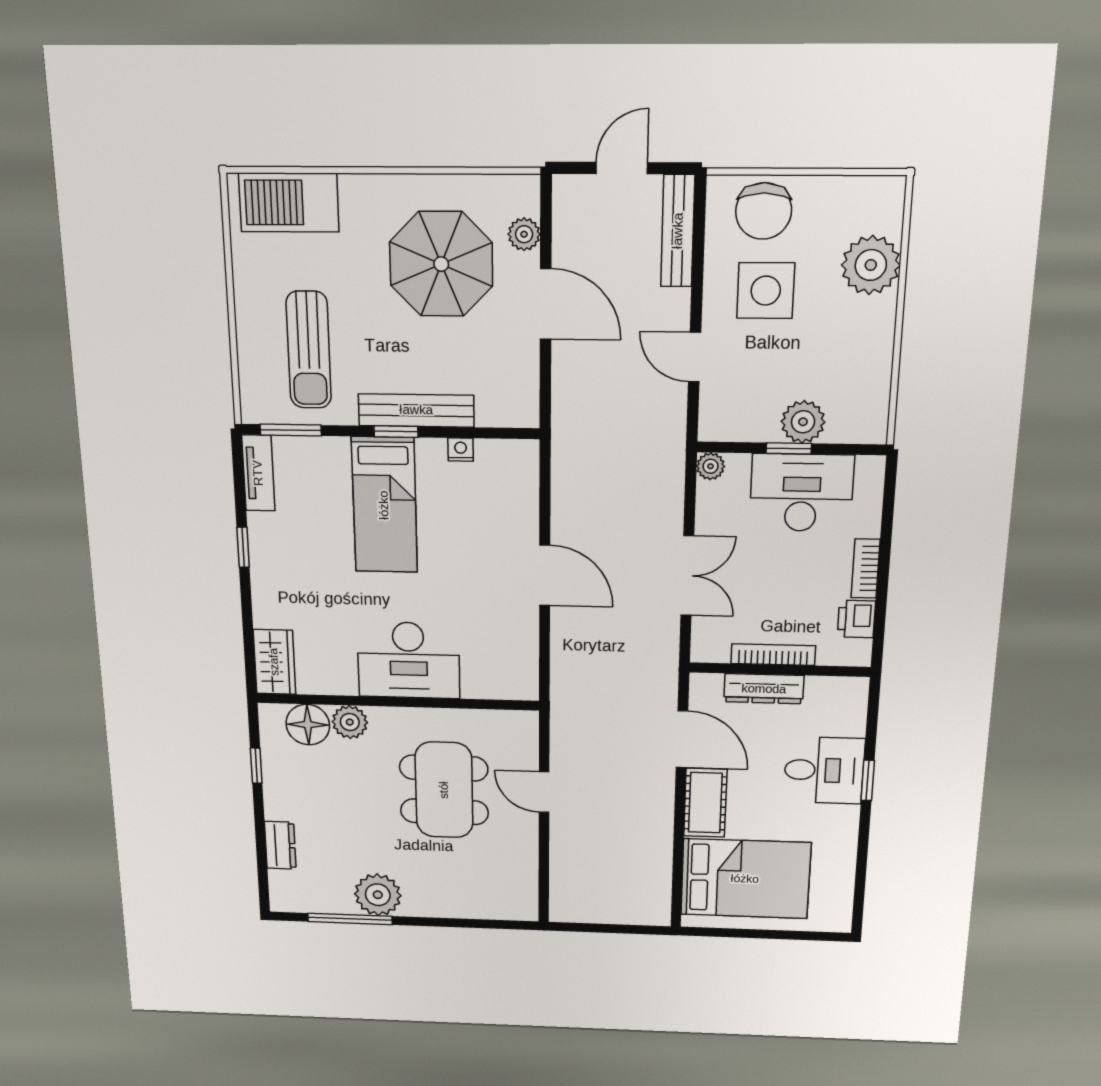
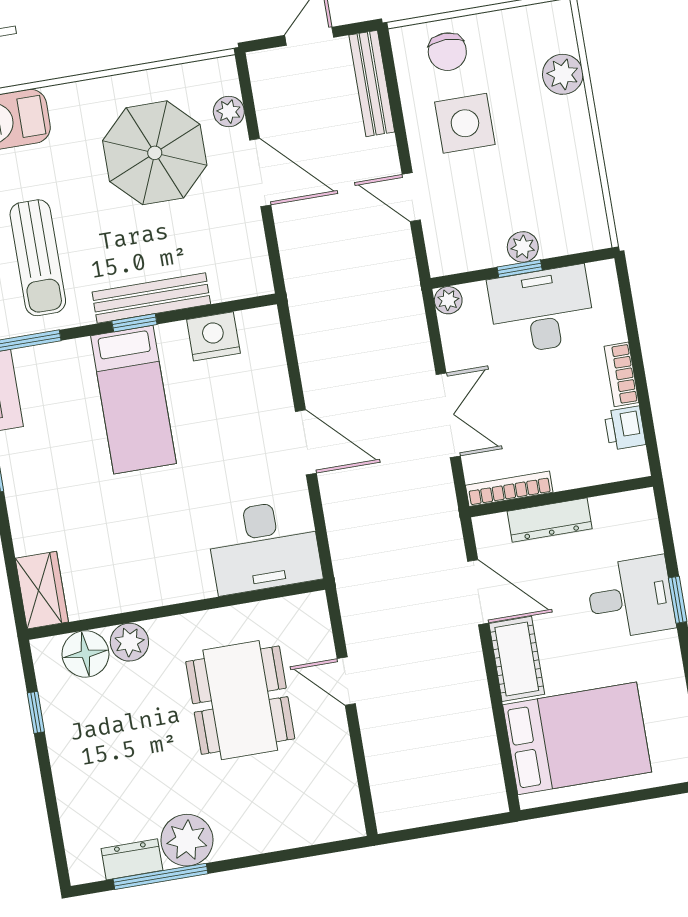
chair: (764, 211) -> (447, 52), width x0.73, depth x0.73
plant: (871, 265) -> (563, 74), width x0.73, depth x0.73
plant: (803, 422) -> (523, 247), width x0.73, depth x0.73
nightstand: (461, 450) -> (213, 336), width x1.89, depth x1.79
bookcase: (773, 655) -> (509, 489), moved
desk: (409, 660) -> (264, 547), moved
dresser: (280, 845) -> (132, 859), moved, turned -90

